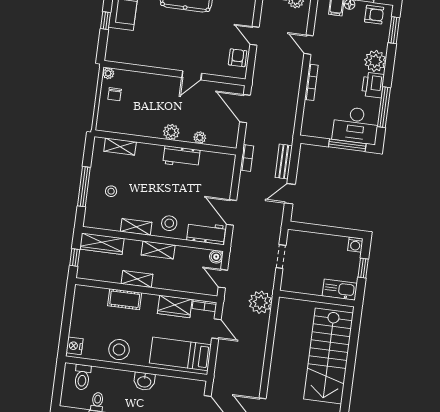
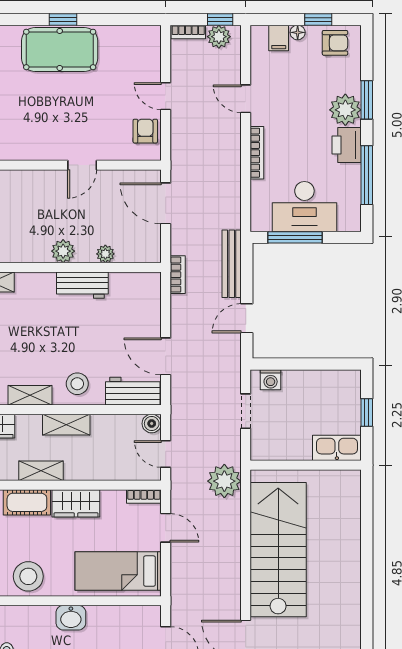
window: (394, 30) -> (367, 100), moved
desk: (356, 125) -> (304, 207), moved
window: (347, 145) -> (295, 237), moved
bench: (284, 161) -> (232, 264), width x1.36
washing machine: (355, 245) -> (271, 380), moved
wardrobe: (175, 306) -> (76, 503), moved
stairs: (328, 356) -> (278, 550), moved, turned 180

